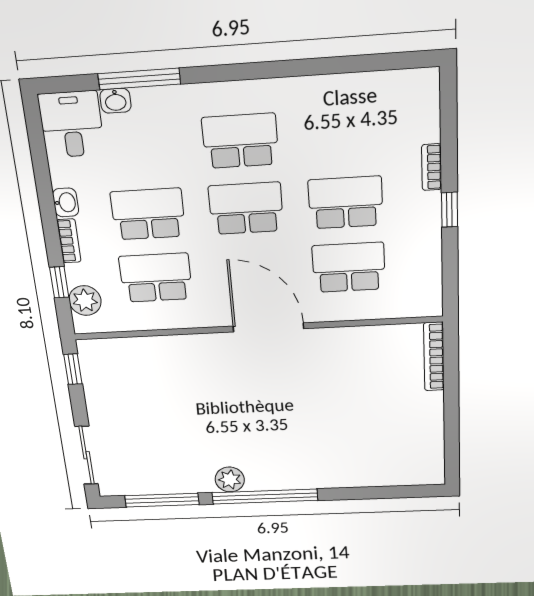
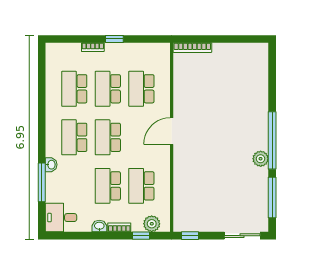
washbasin: (116, 101) -> (51, 165), moved
school desk: (342, 134) -> (74, 89), added
door: (268, 327) -> (172, 131), width x0.73

